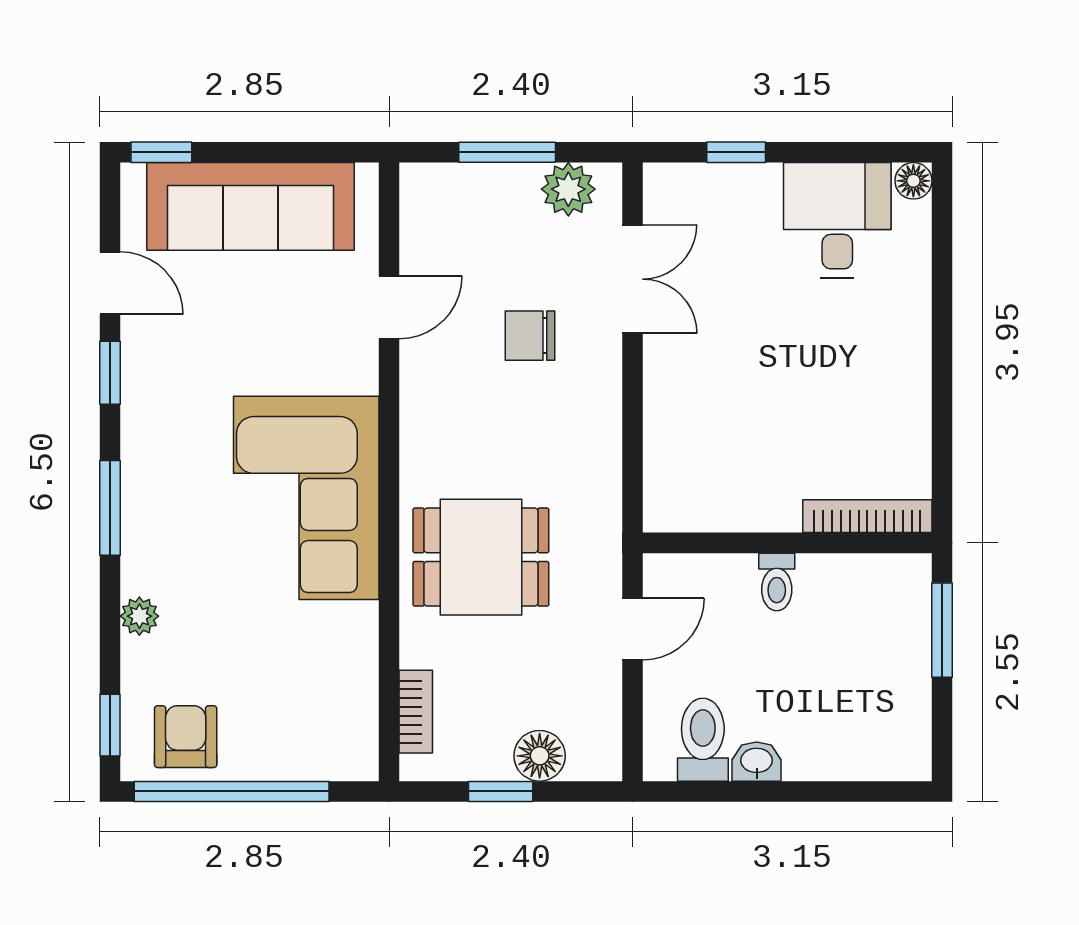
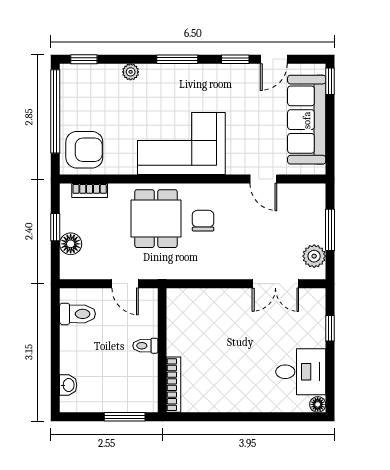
chair: (530, 336) -> (203, 221), moved
armchair: (186, 737) -> (84, 150), moved, width x1.38, depth x1.38
washbasin: (757, 762) -> (68, 385), moved

